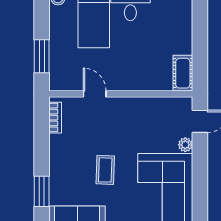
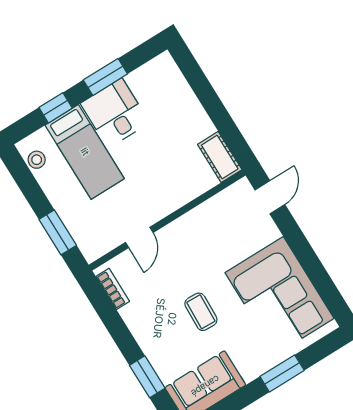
door: (95, 94) -> (139, 237), swing flipped
plant: (185, 145) -> (270, 232), removed

